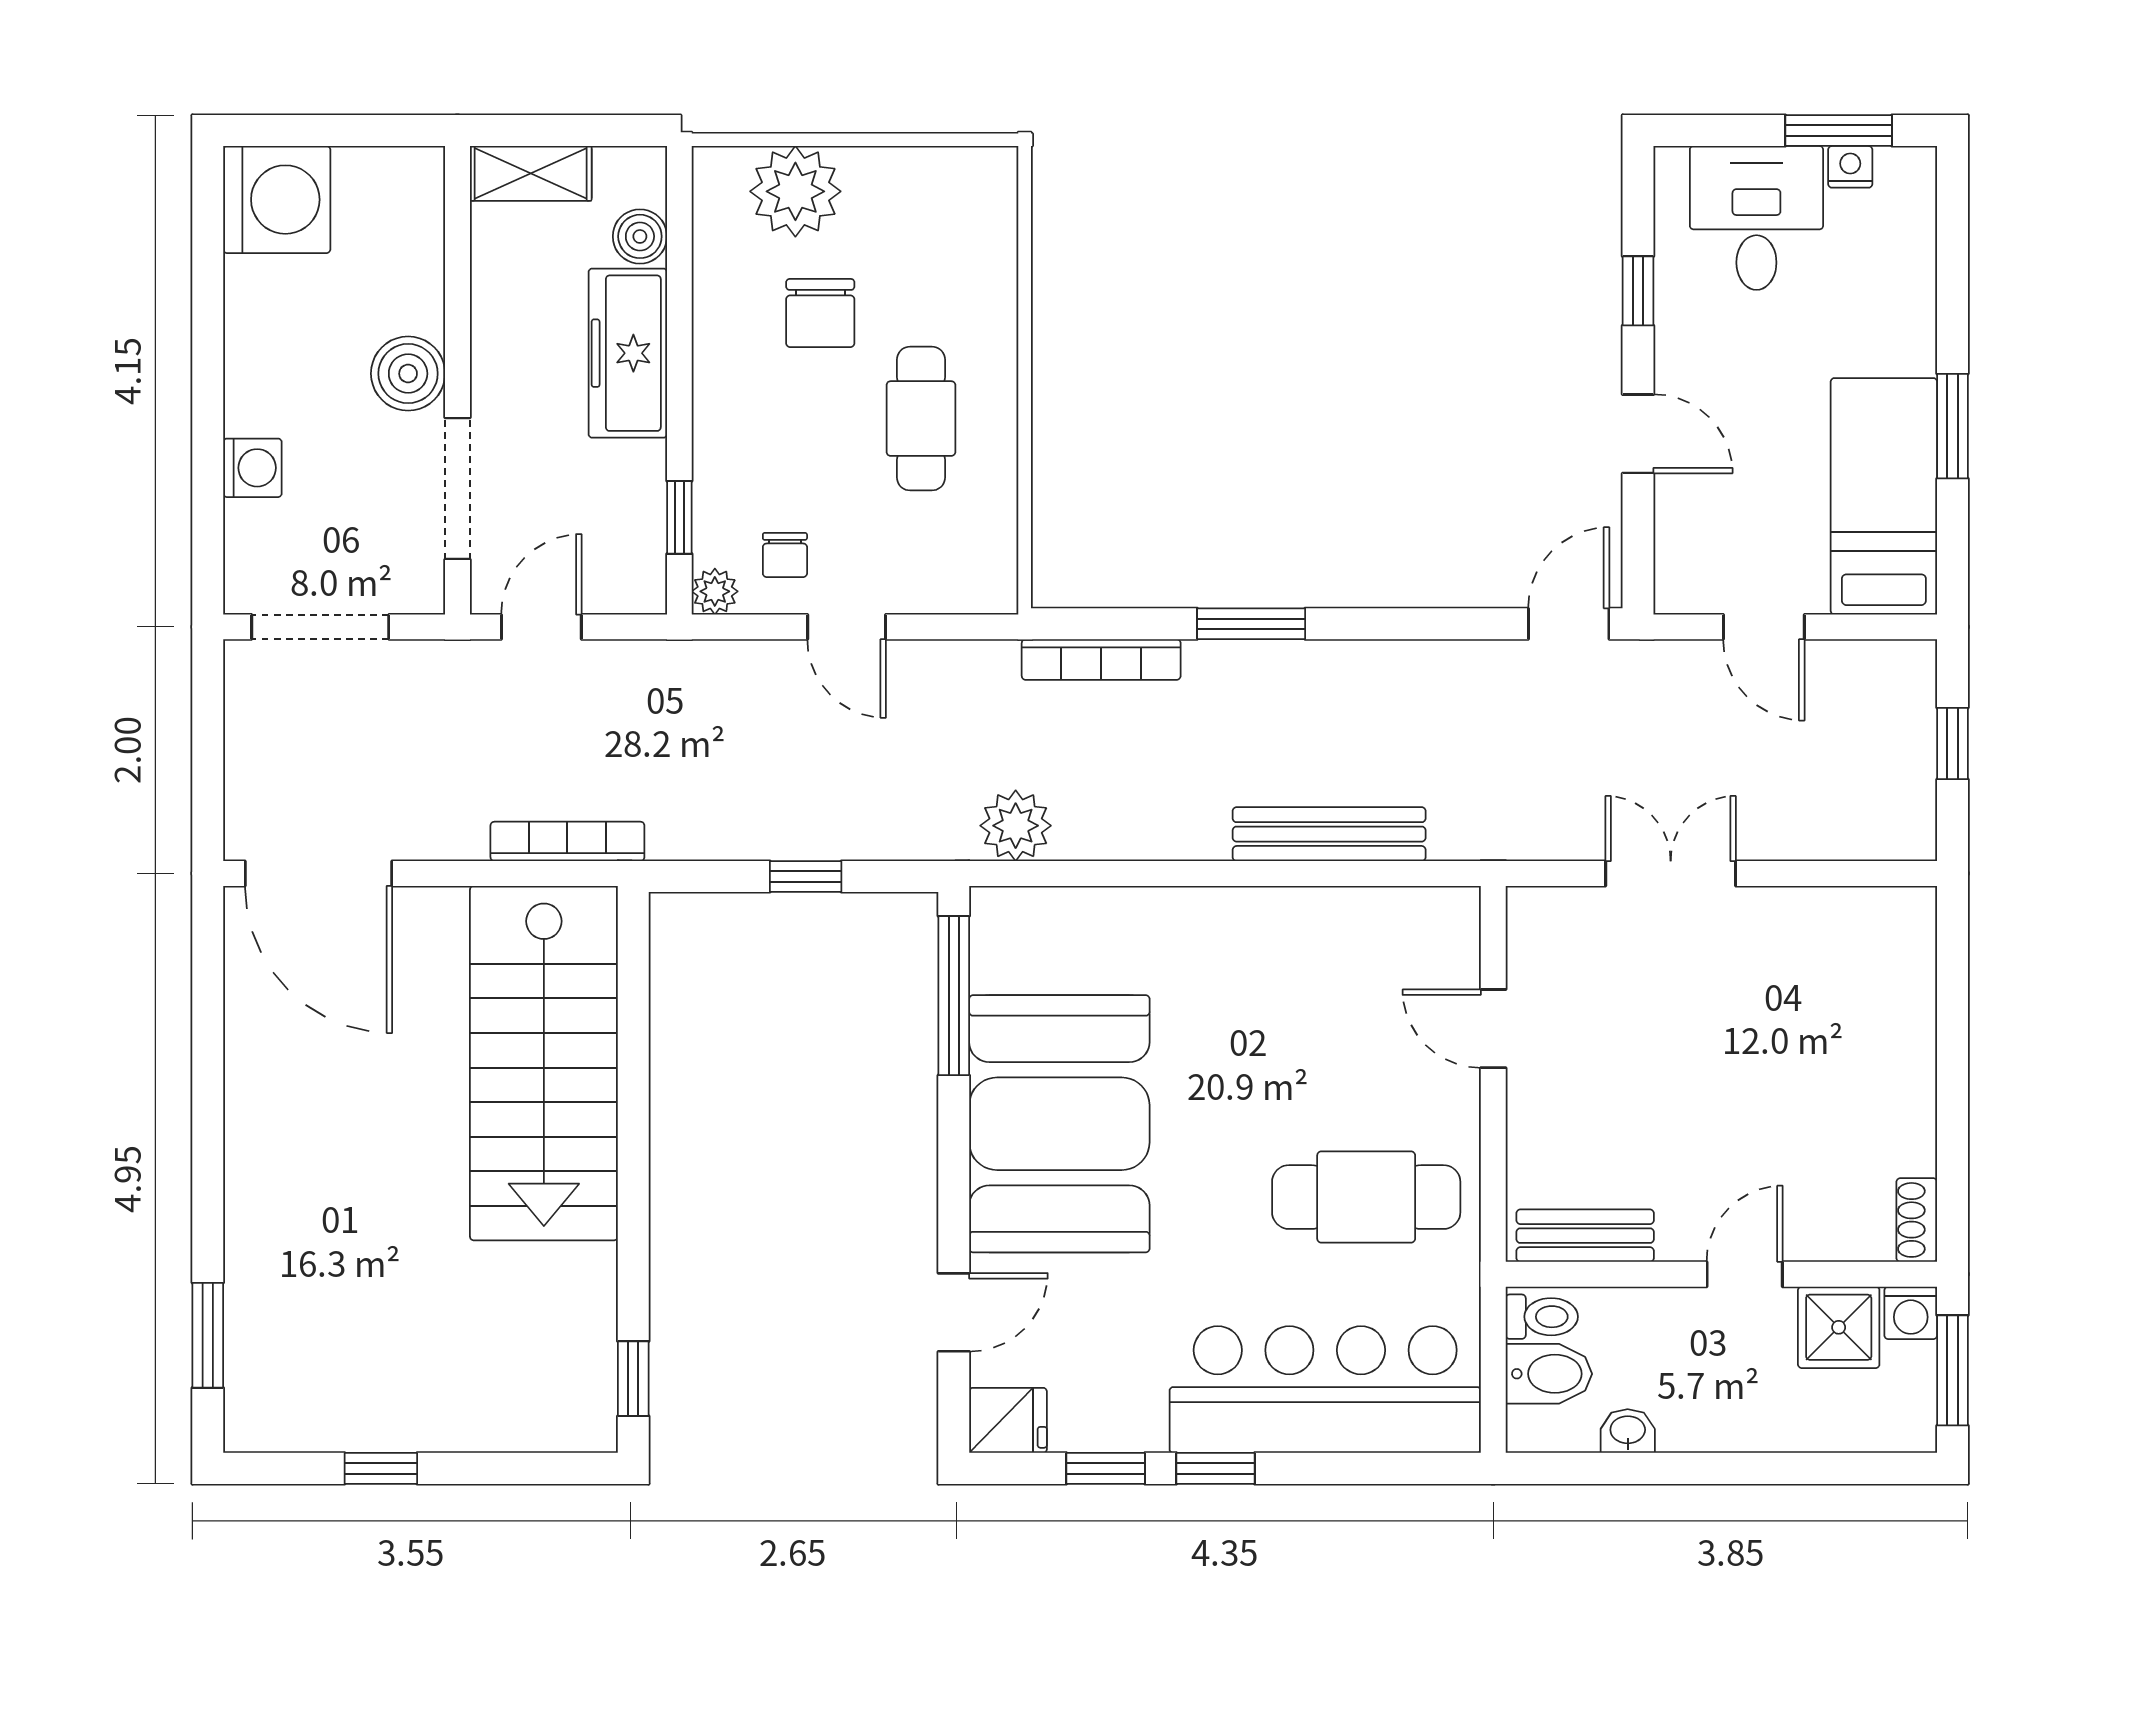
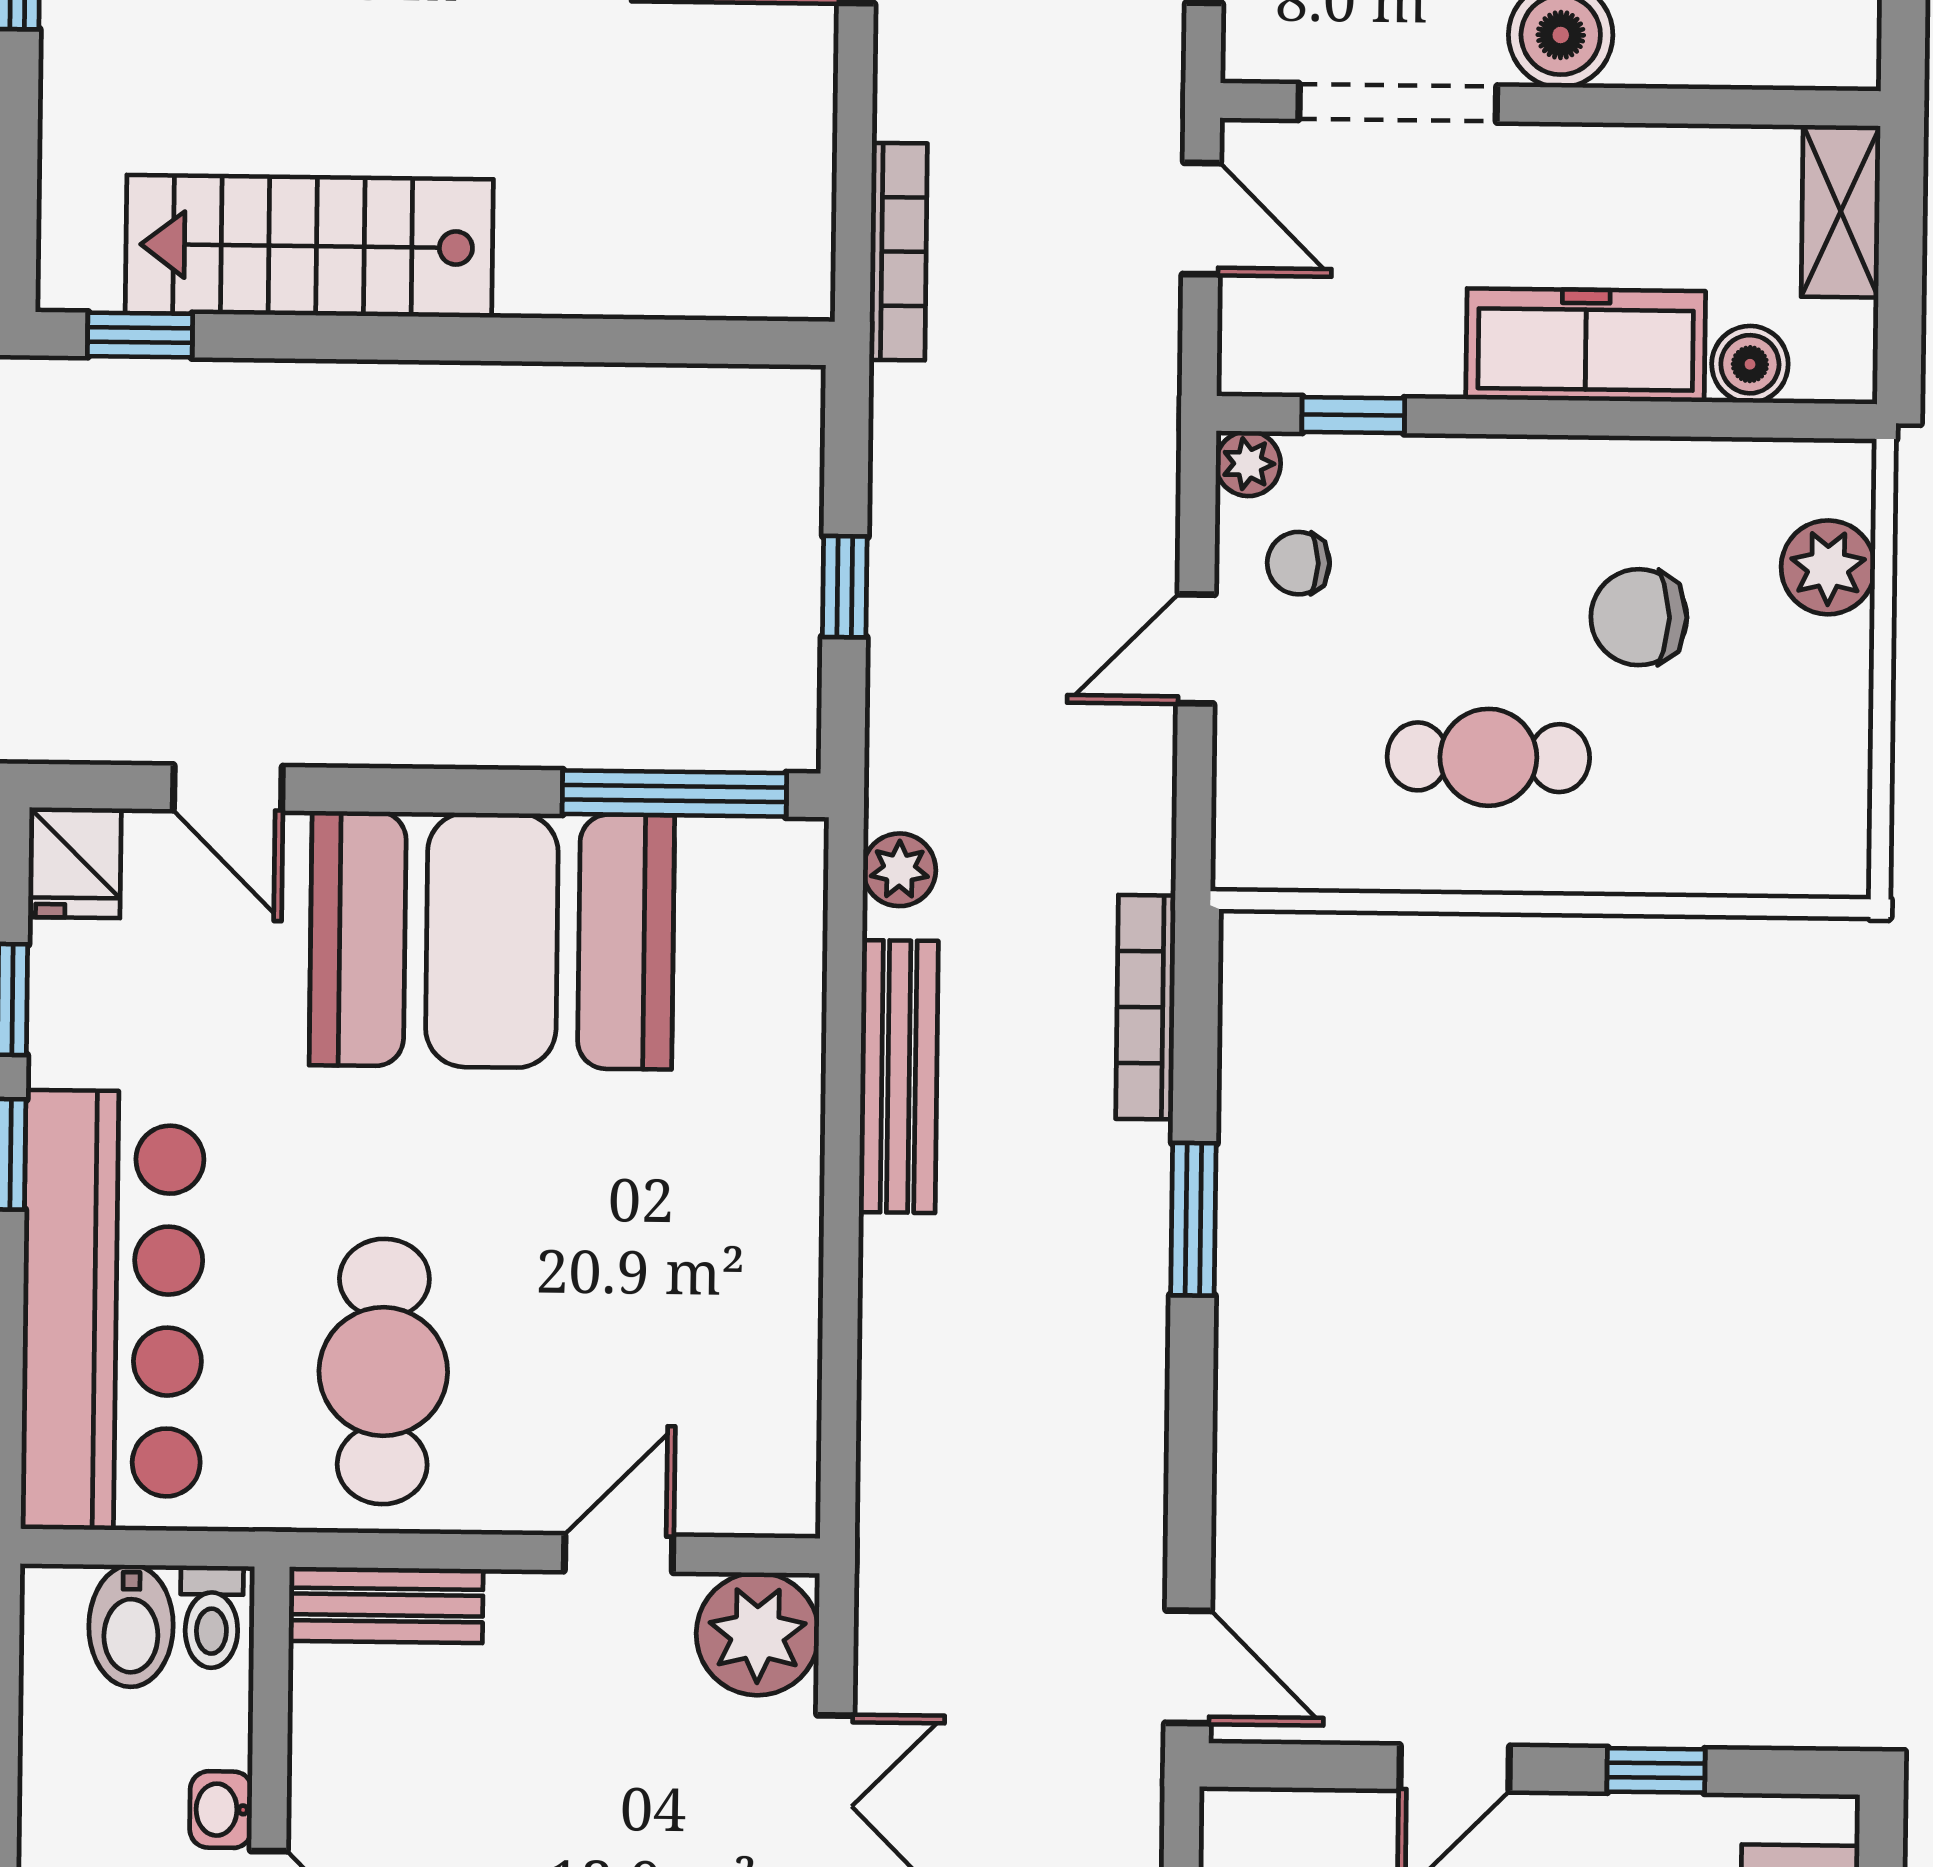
plant: (795, 191) -> (1828, 567), width x0.73, depth x0.73
plant: (1016, 826) -> (899, 870), width x0.73, depth x0.73
bench: (1329, 834) -> (899, 1077), moved
plant: (1549, 929) -> (758, 1634), added
stairs: (544, 1063) -> (309, 246), moved, width x0.73, depth x0.66
bench: (1585, 1236) -> (386, 1605), moved, turned 90
washbasin: (1628, 1431) -> (221, 1810), moved, turned 180

